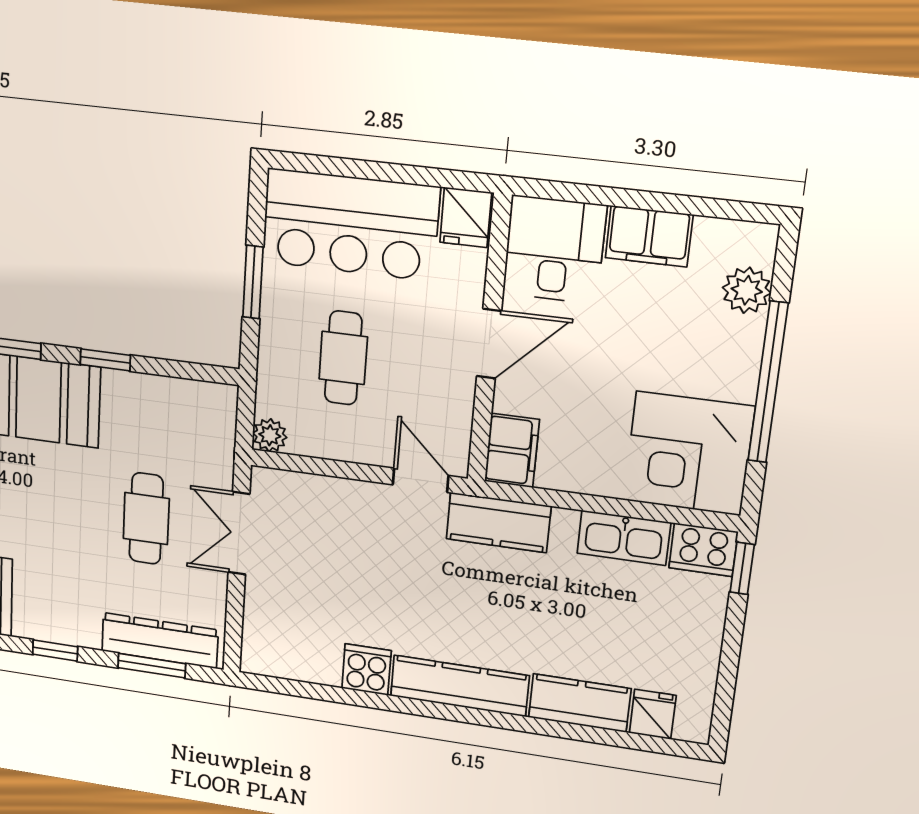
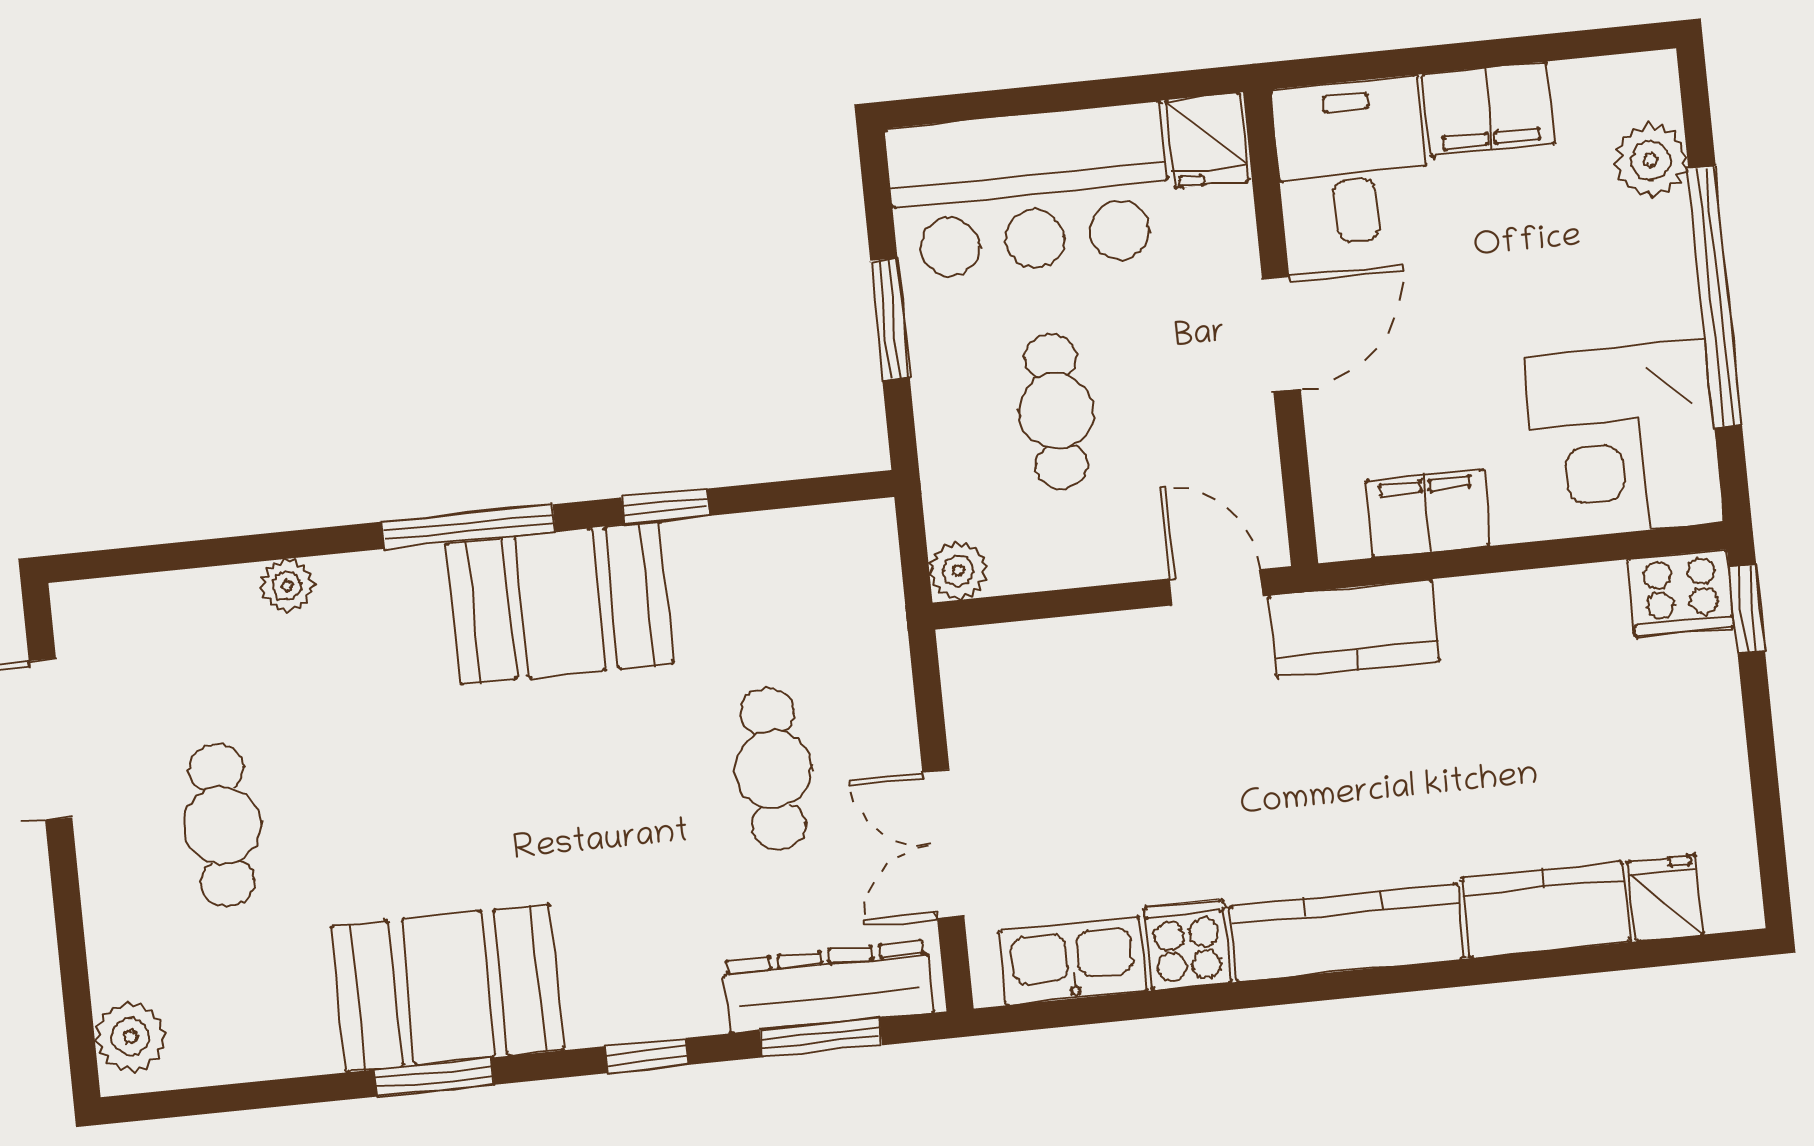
filing cabinet: (512, 450) -> (1428, 513), moved, turned -90
double door: (239, 533) -> (943, 844), moved
kitchen sink: (624, 538) -> (1072, 961), moved, turned 180

